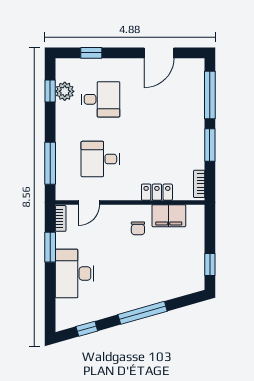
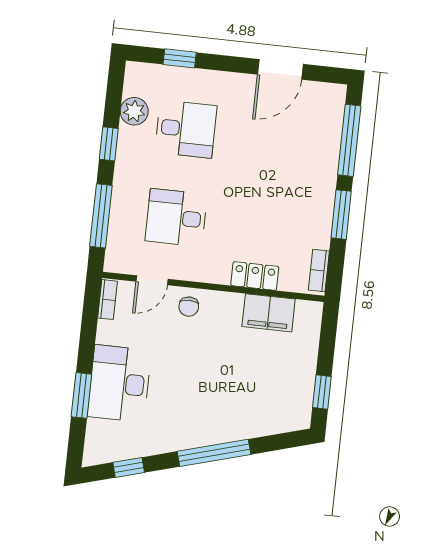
window: (50, 91) -> (109, 144), moved
chair: (138, 228) -> (189, 307), moved
window: (50, 247) -> (81, 395), moved

